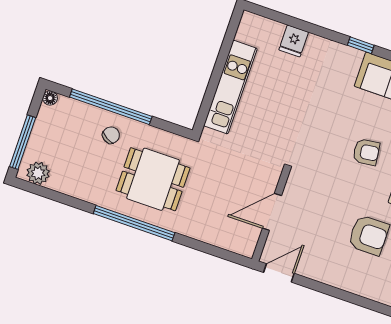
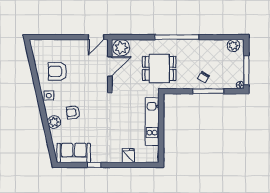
window: (111, 107) -> (208, 91), width x0.68
window: (23, 142) -> (246, 70), moved
dining table: (153, 179) -> (159, 68), moved
plant: (240, 238) -> (121, 48), added

